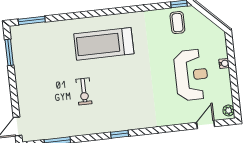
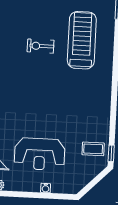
treadmill: (104, 44) -> (82, 40), moved

